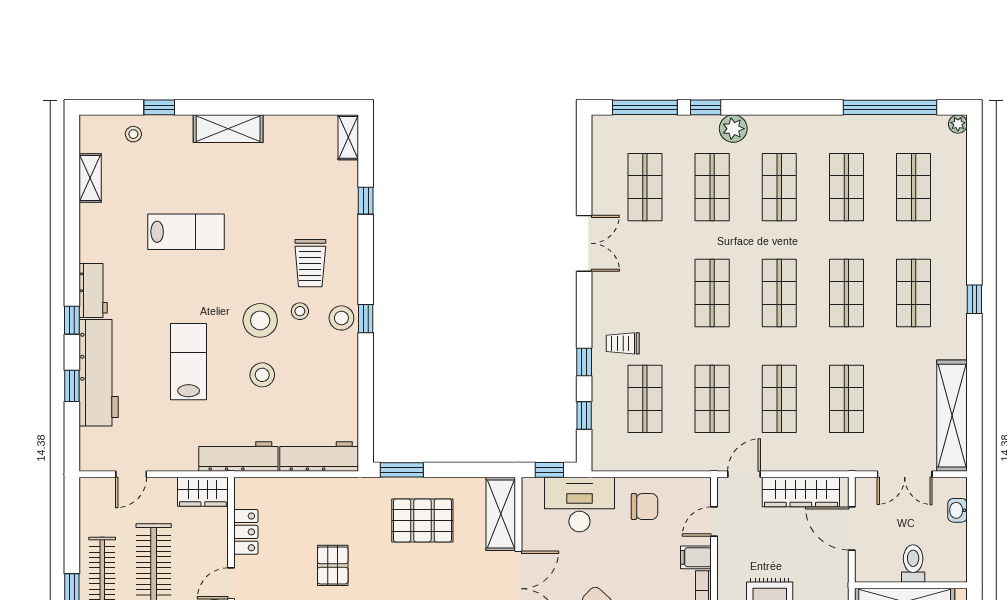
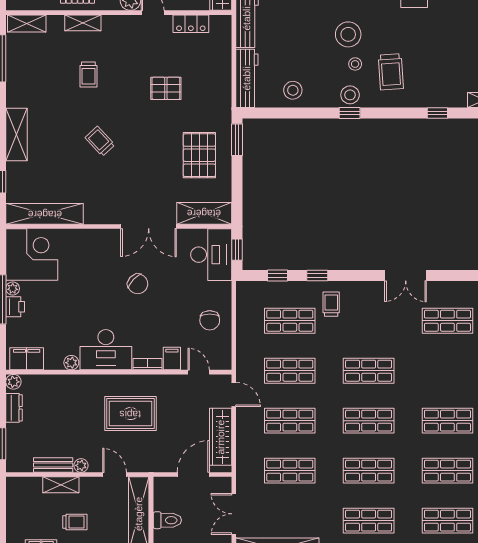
shop shelf: (712, 187) -> (447, 371), removed
trolley: (310, 263) -> (391, 72), turned -94
stool: (262, 375) -> (293, 90), moved
desk: (579, 504) -> (211, 255), moved

